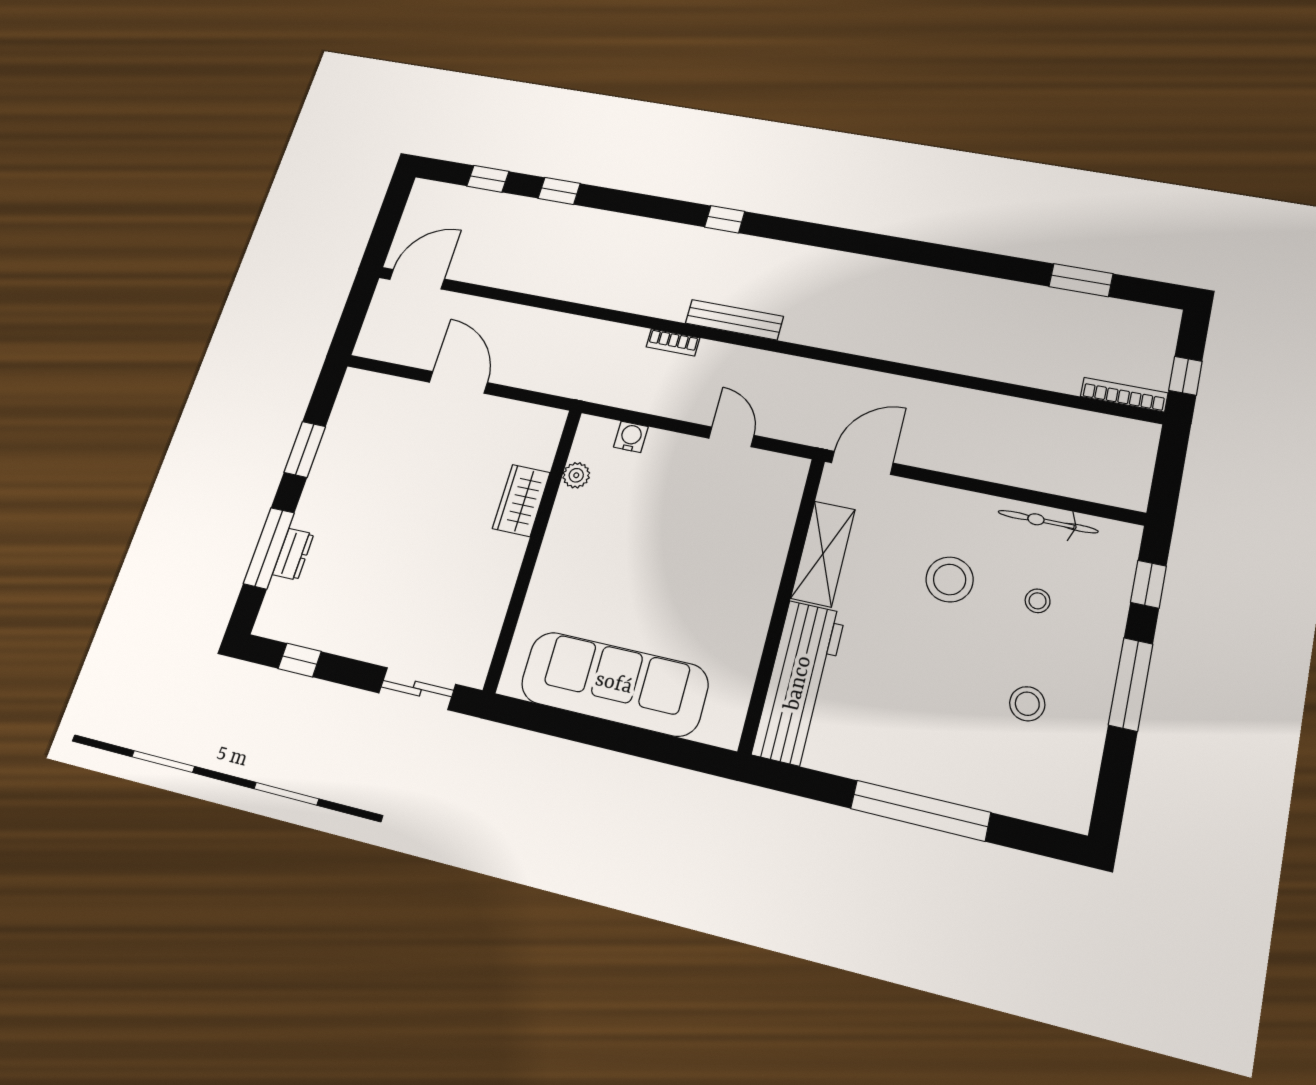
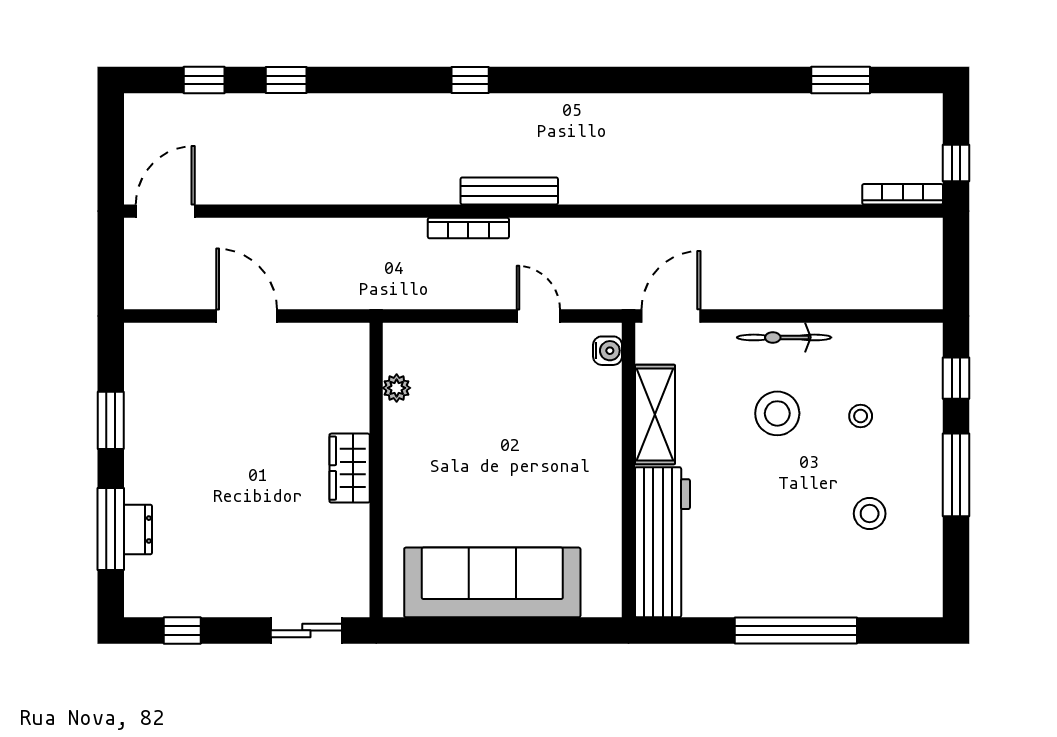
bookcase: (673, 342) -> (468, 228), width x1.56
water cooler: (631, 437) -> (608, 351), moved, turned 90
wardrobe: (521, 500) -> (350, 468), moved
bicycle: (1048, 522) -> (784, 337), moved

